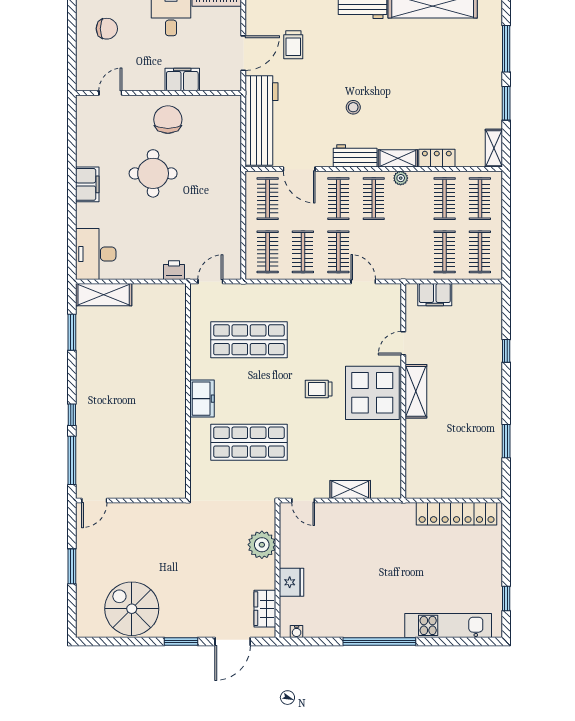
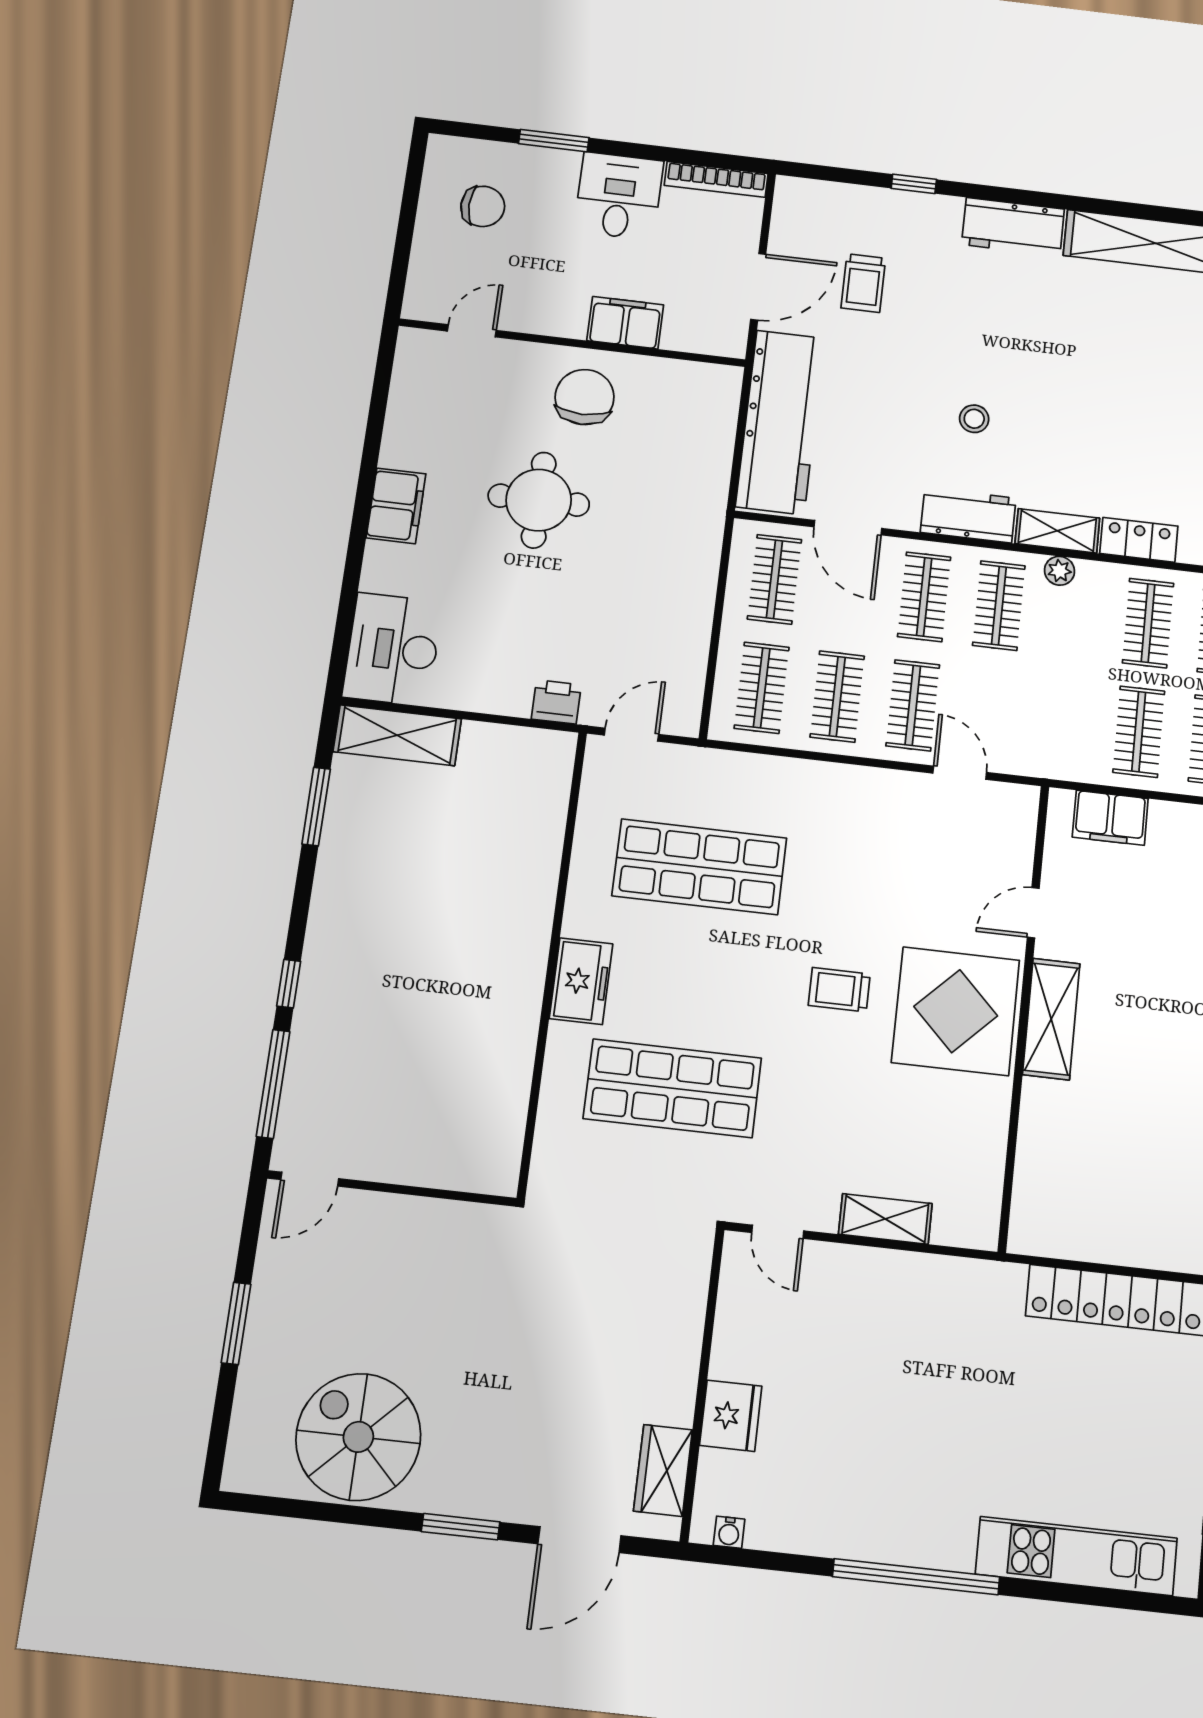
plant: (262, 545) -> (673, 1322), removed

